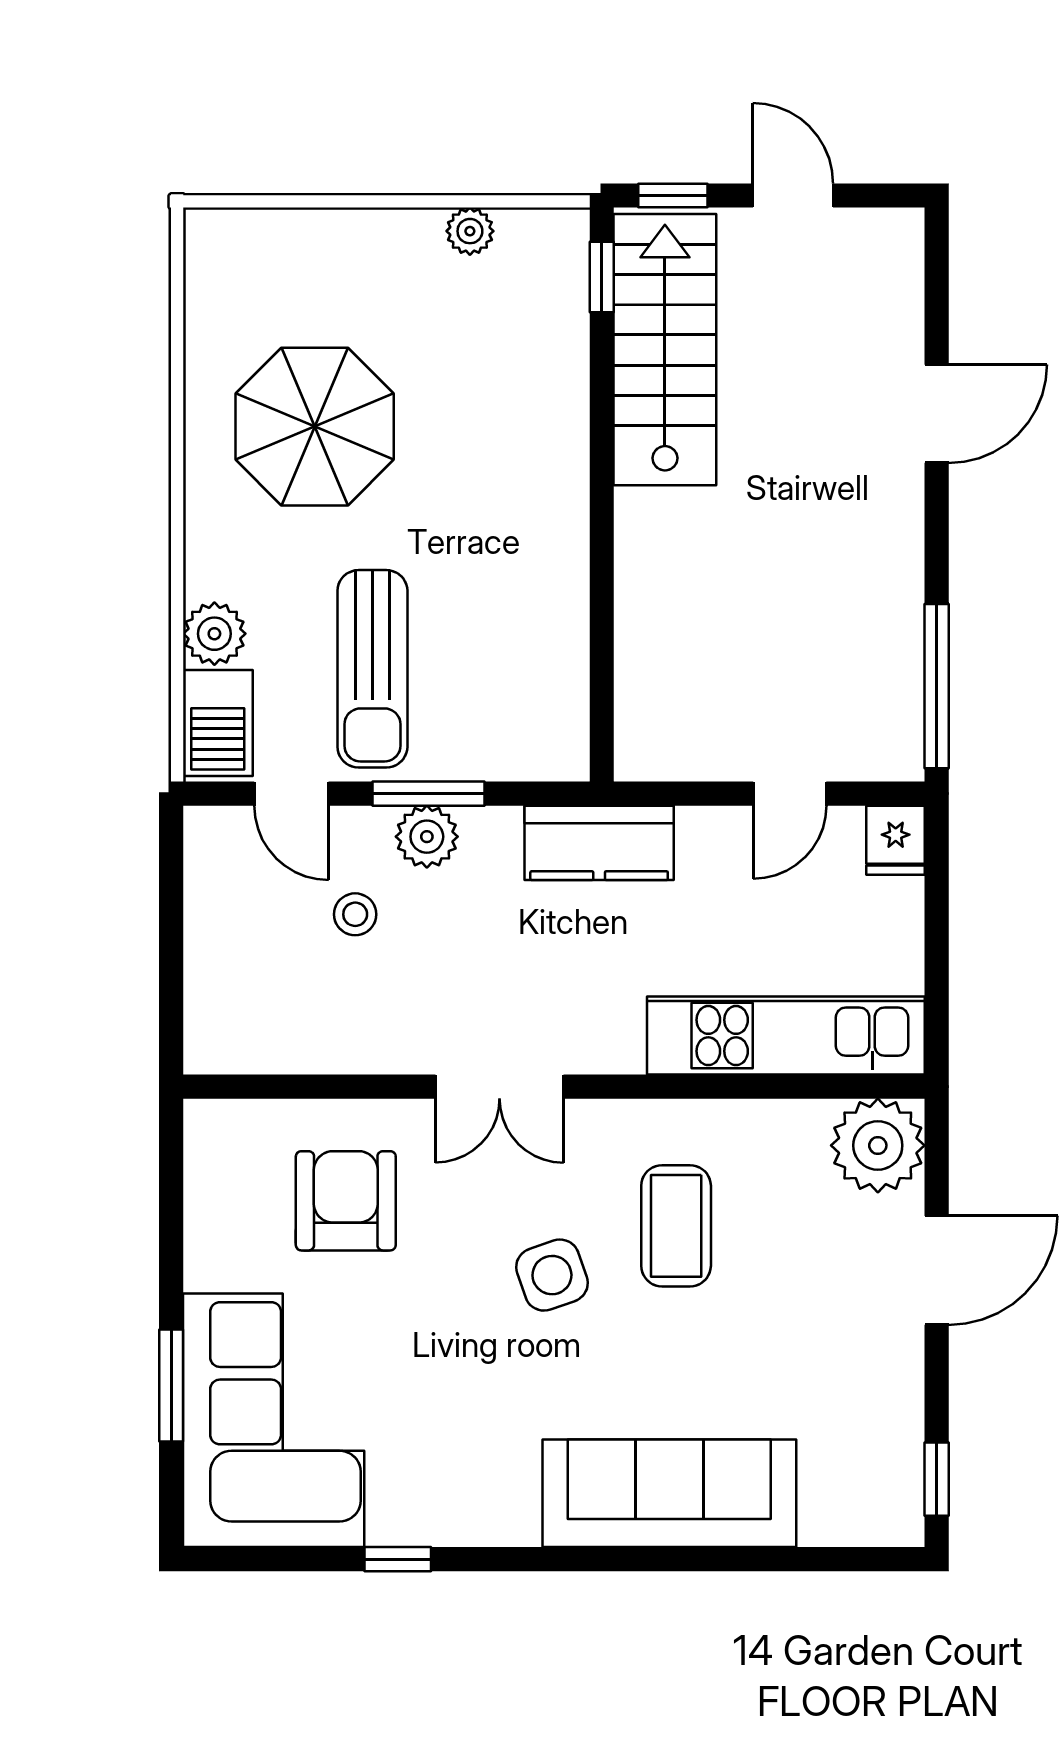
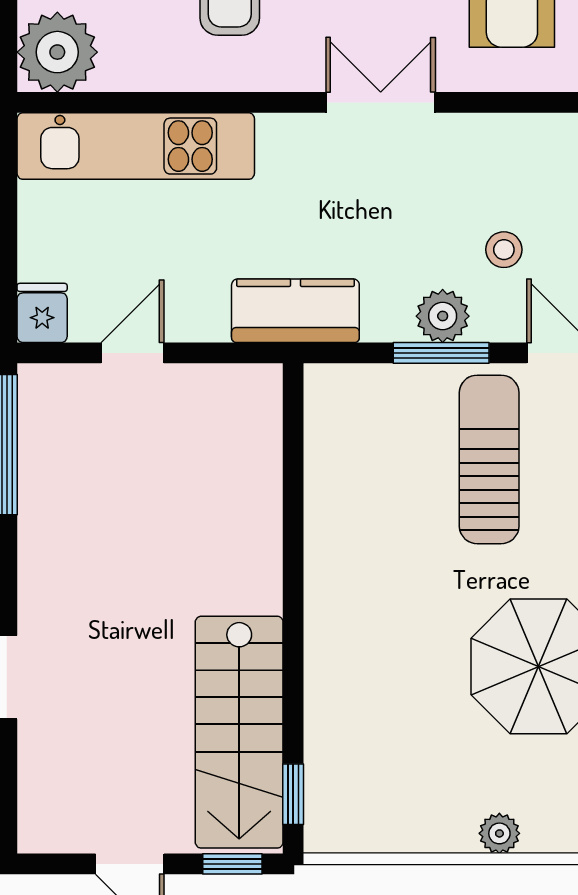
plant: (470, 231) -> (499, 833), moved

